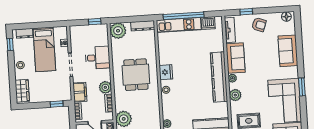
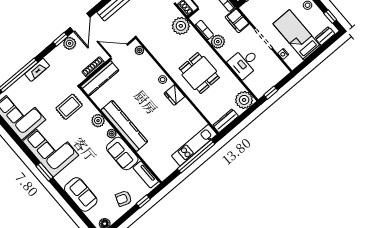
dishwasher: (208, 23) -> (170, 166), removed

